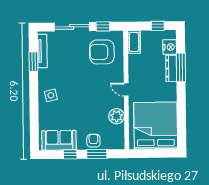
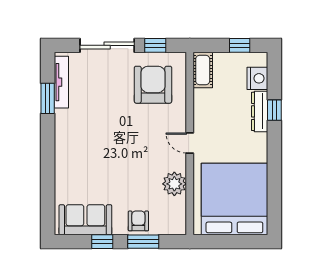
armchair: (102, 52) -> (153, 85), turned 90
window: (181, 67) -> (274, 110), width x0.46
side table: (51, 95) -> (74, 150), removed

